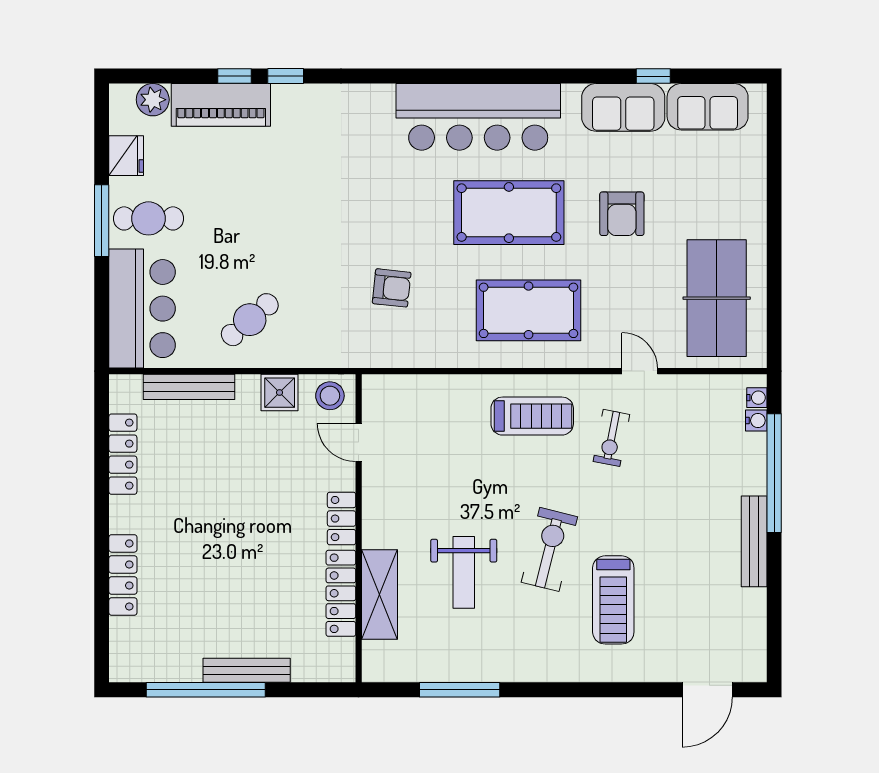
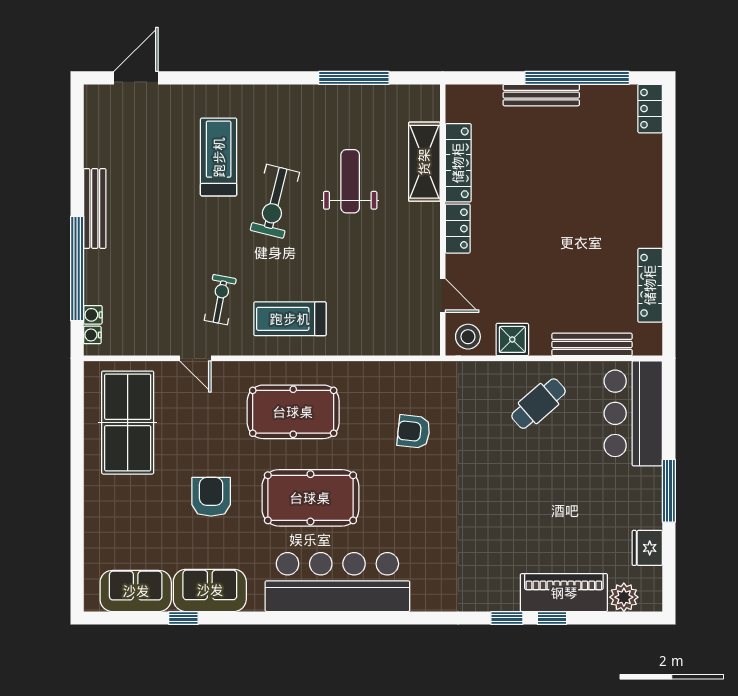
cafe table: (149, 218) -> (628, 493), removed
locker: (123, 575) -> (650, 109), moved, width x0.66

